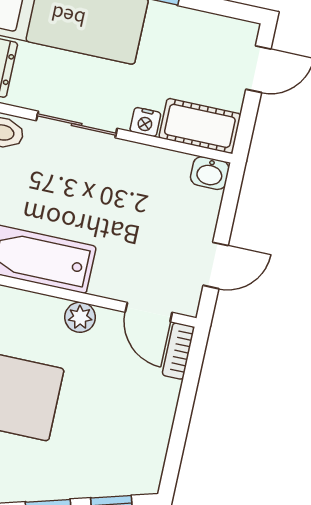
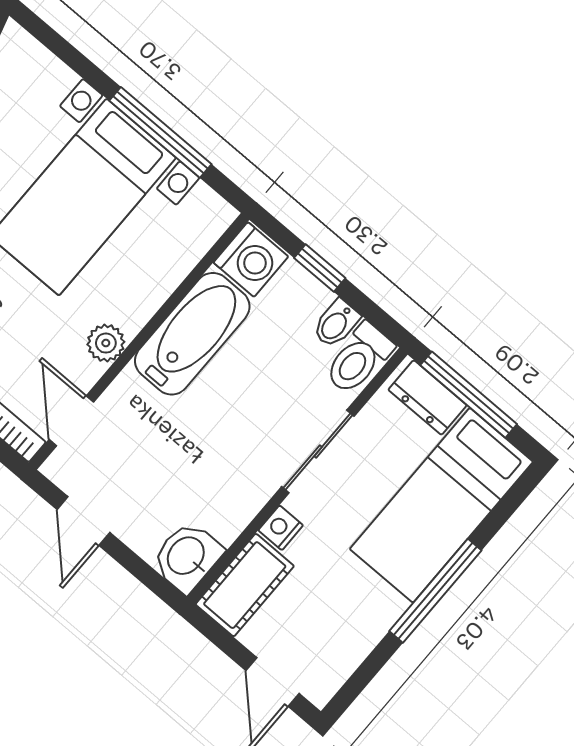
washbasin: (210, 173) -> (187, 557), width x1.38, depth x1.45
door: (149, 312) -> (71, 421), hinge flipped

